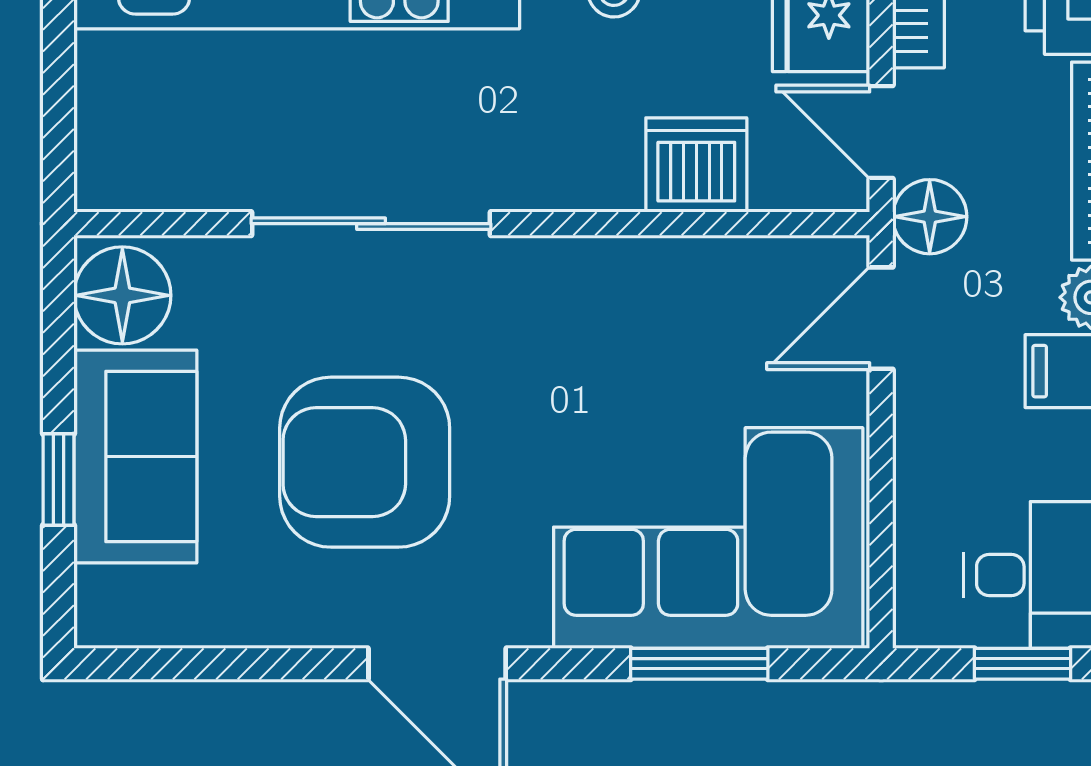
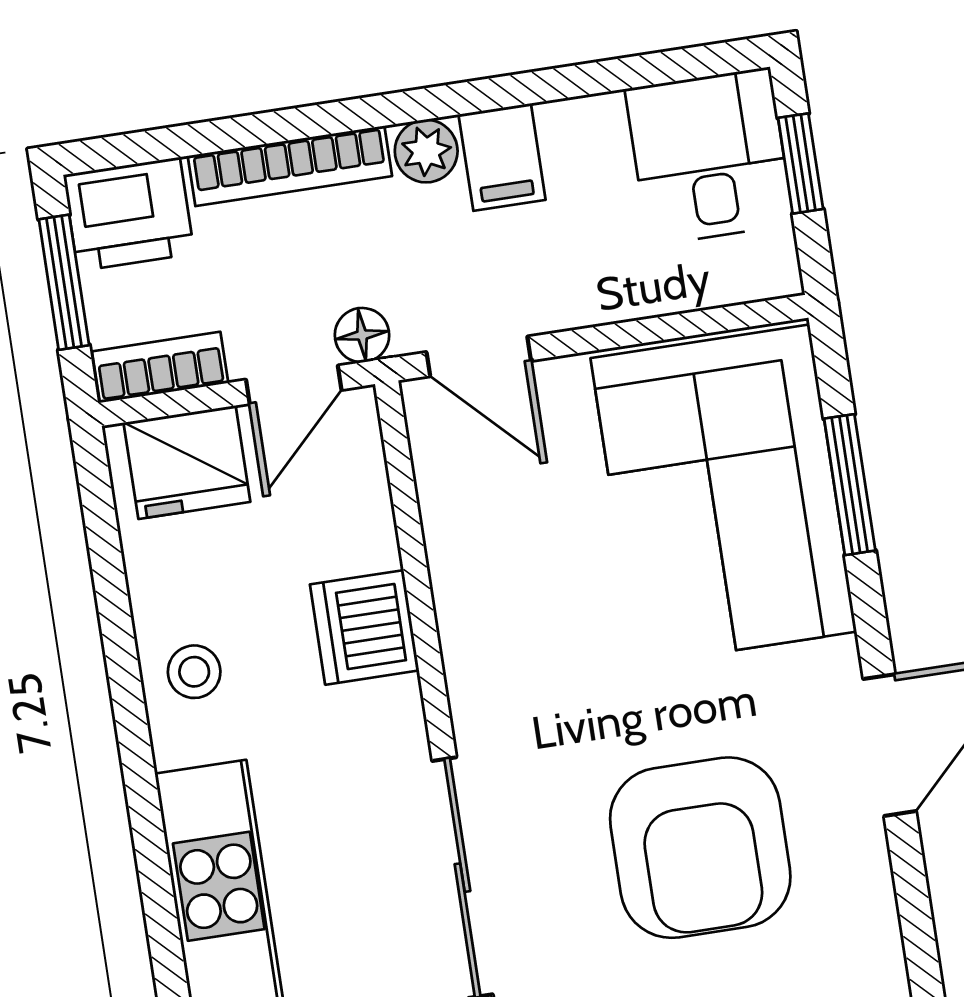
dishwasher: (696, 165) -> (364, 627), moved
floor lamp: (930, 217) -> (362, 335), width x0.73, depth x0.73

